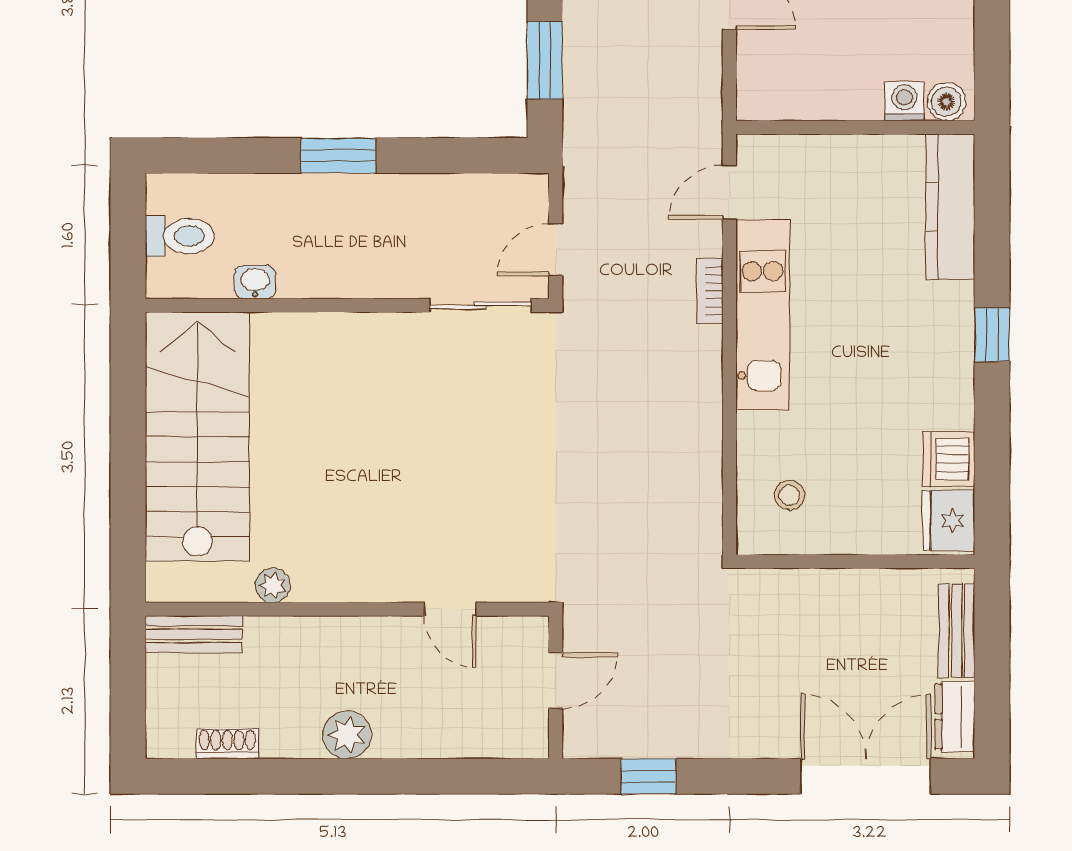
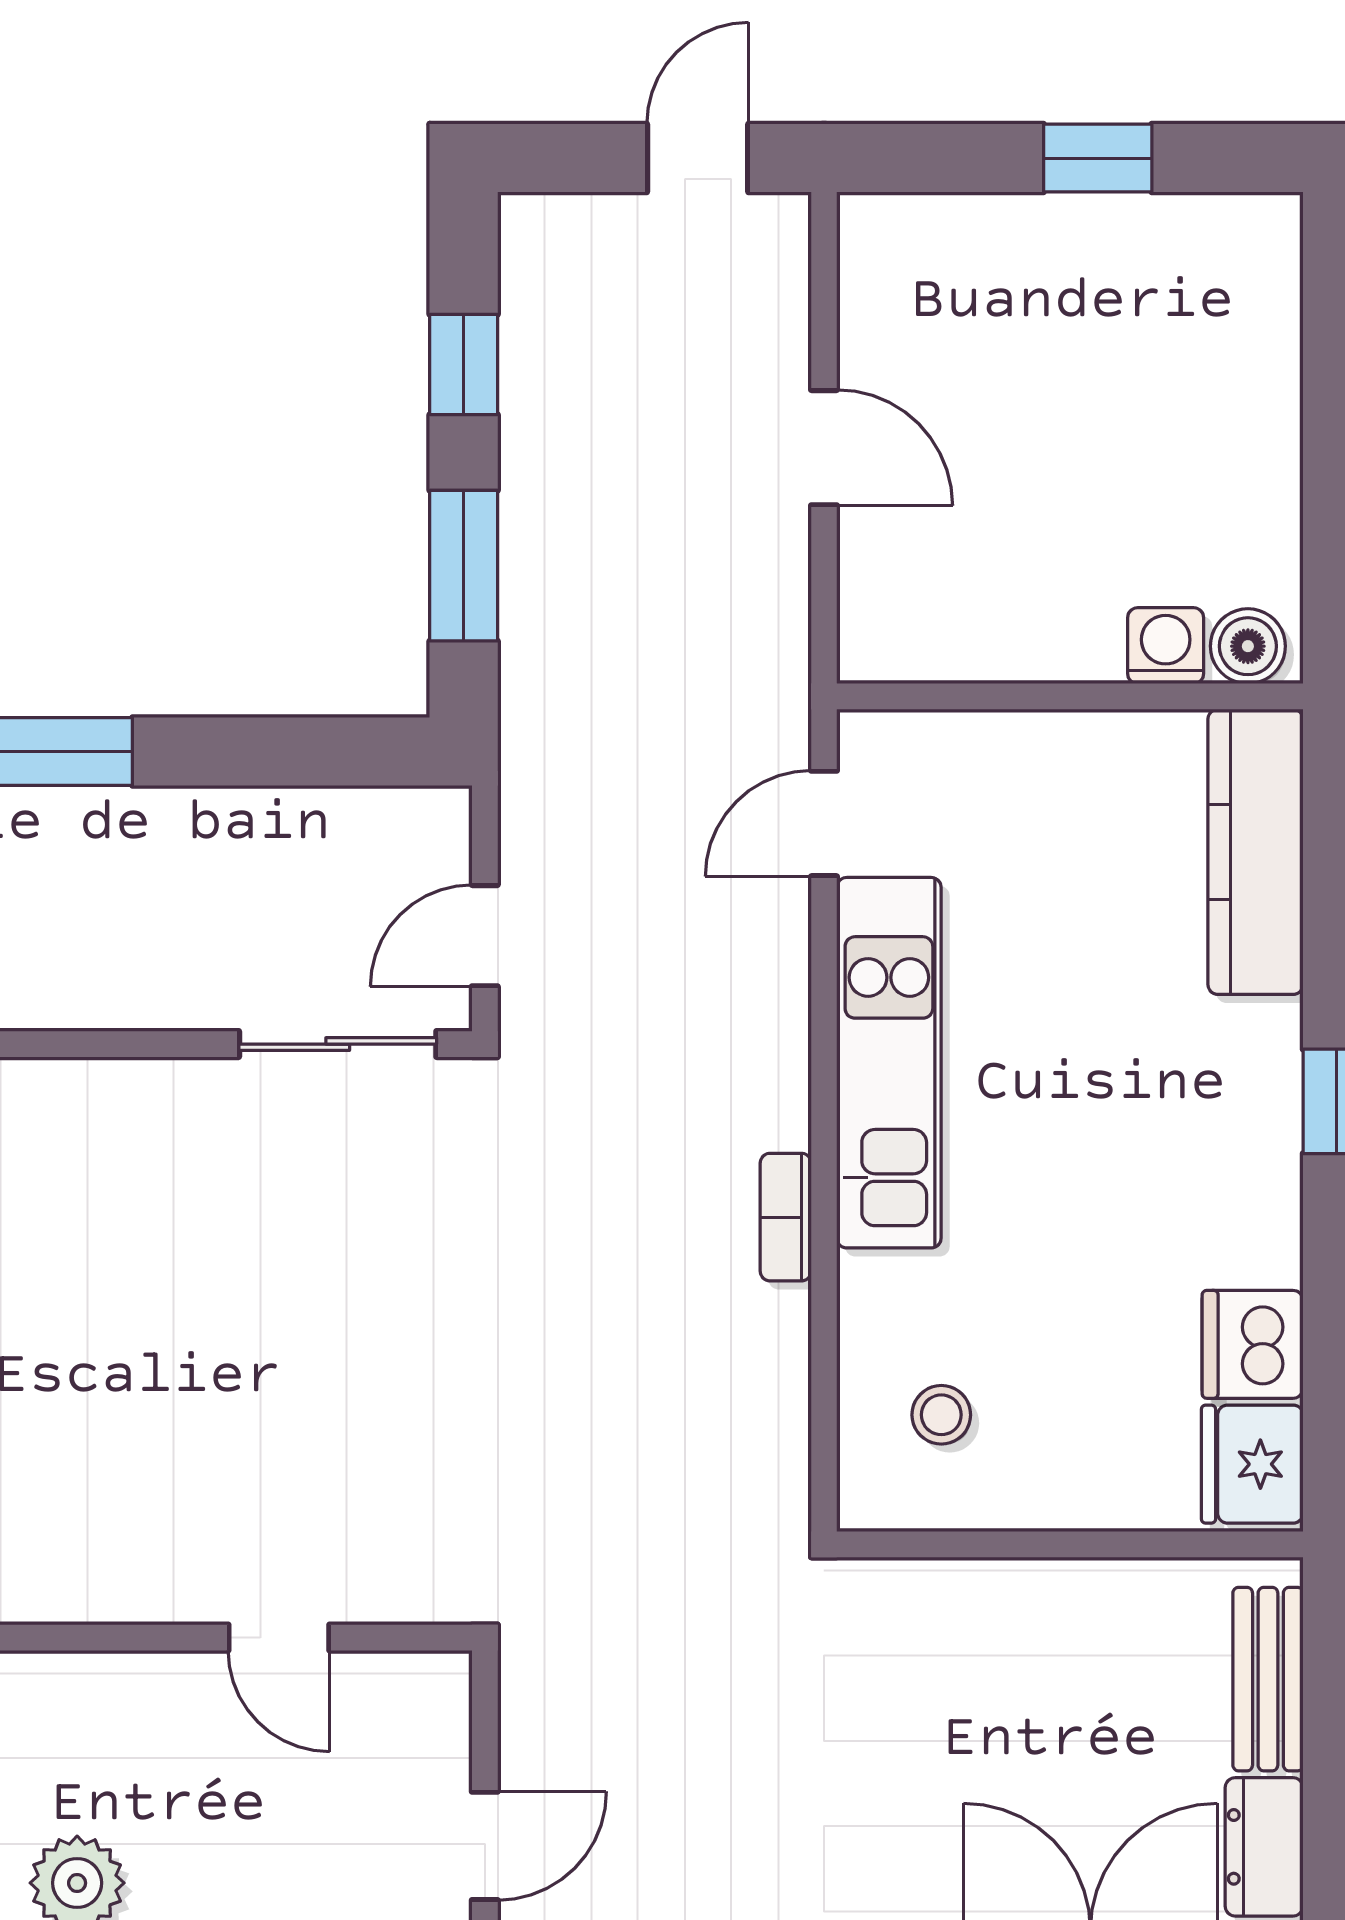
bookcase: (710, 291) -> (786, 1217), moved
door: (556, 680) -> (485, 1846), moved

